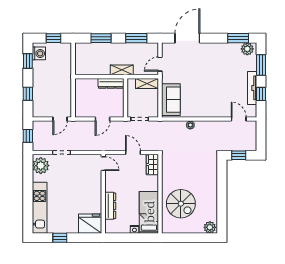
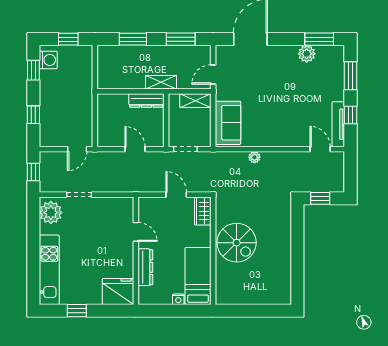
plant: (247, 49) -> (307, 54), moved
tv unit: (252, 88) -> (338, 124), moved
door: (103, 119) -> (135, 149), swing flipped
door: (103, 164) -> (136, 232), moved
spiral stairs: (181, 204) -> (237, 243), moved
plant: (210, 227) -> (281, 296), removed

